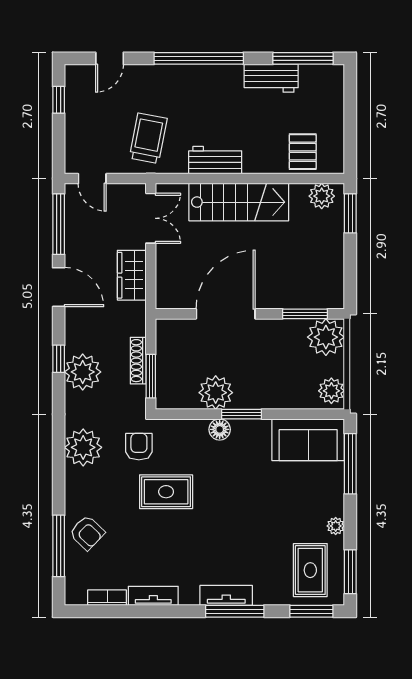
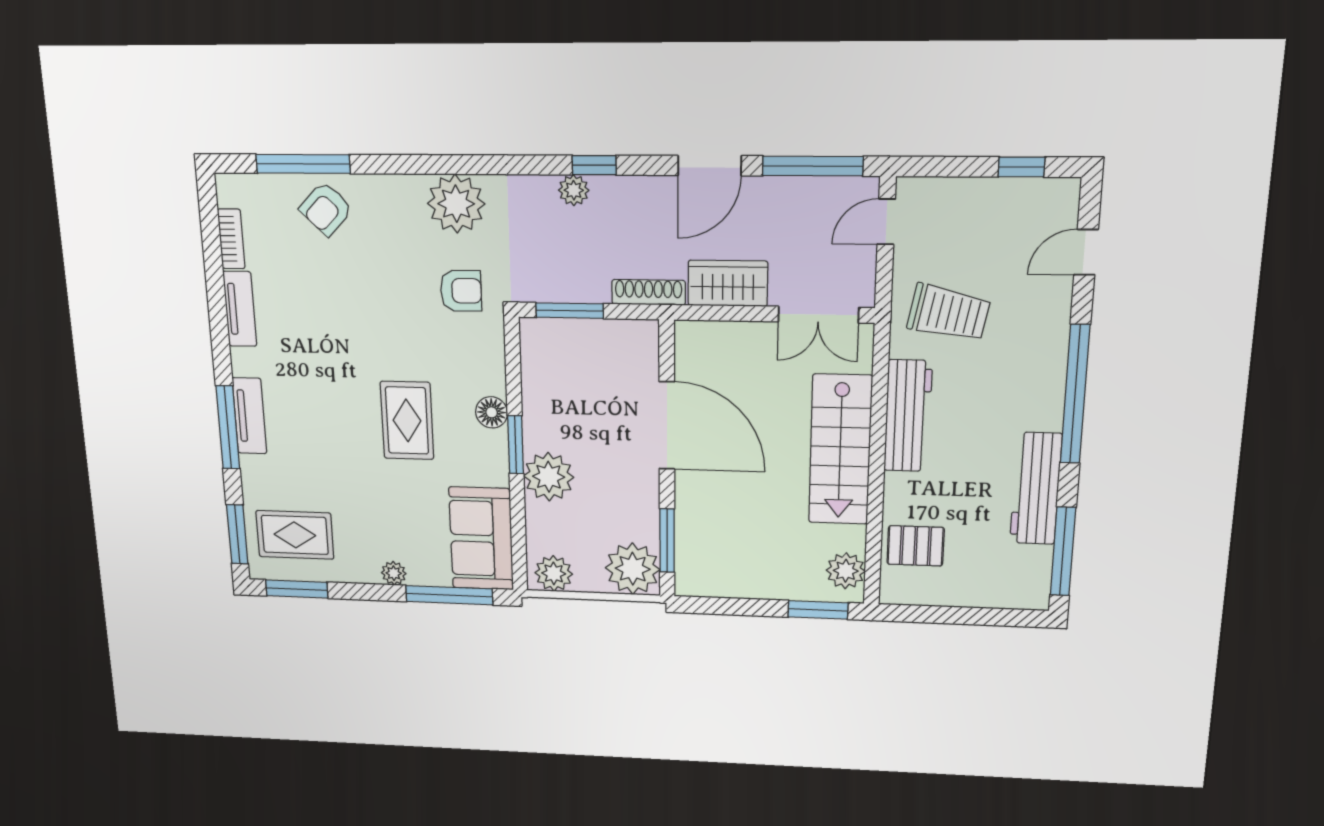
door: (110, 58) -> (1086, 252), hinge flipped
workbench: (271, 78) -> (1036, 489), width x1.38
workbench: (215, 160) -> (908, 416), width x1.38
shoe rack: (138, 361) -> (649, 292), moved
plant: (83, 372) -> (574, 190), width x0.53, depth x0.53
plant: (216, 393) -> (549, 477), moved
rug: (166, 492) -> (407, 420), moved
plant: (336, 526) -> (394, 573), moved

